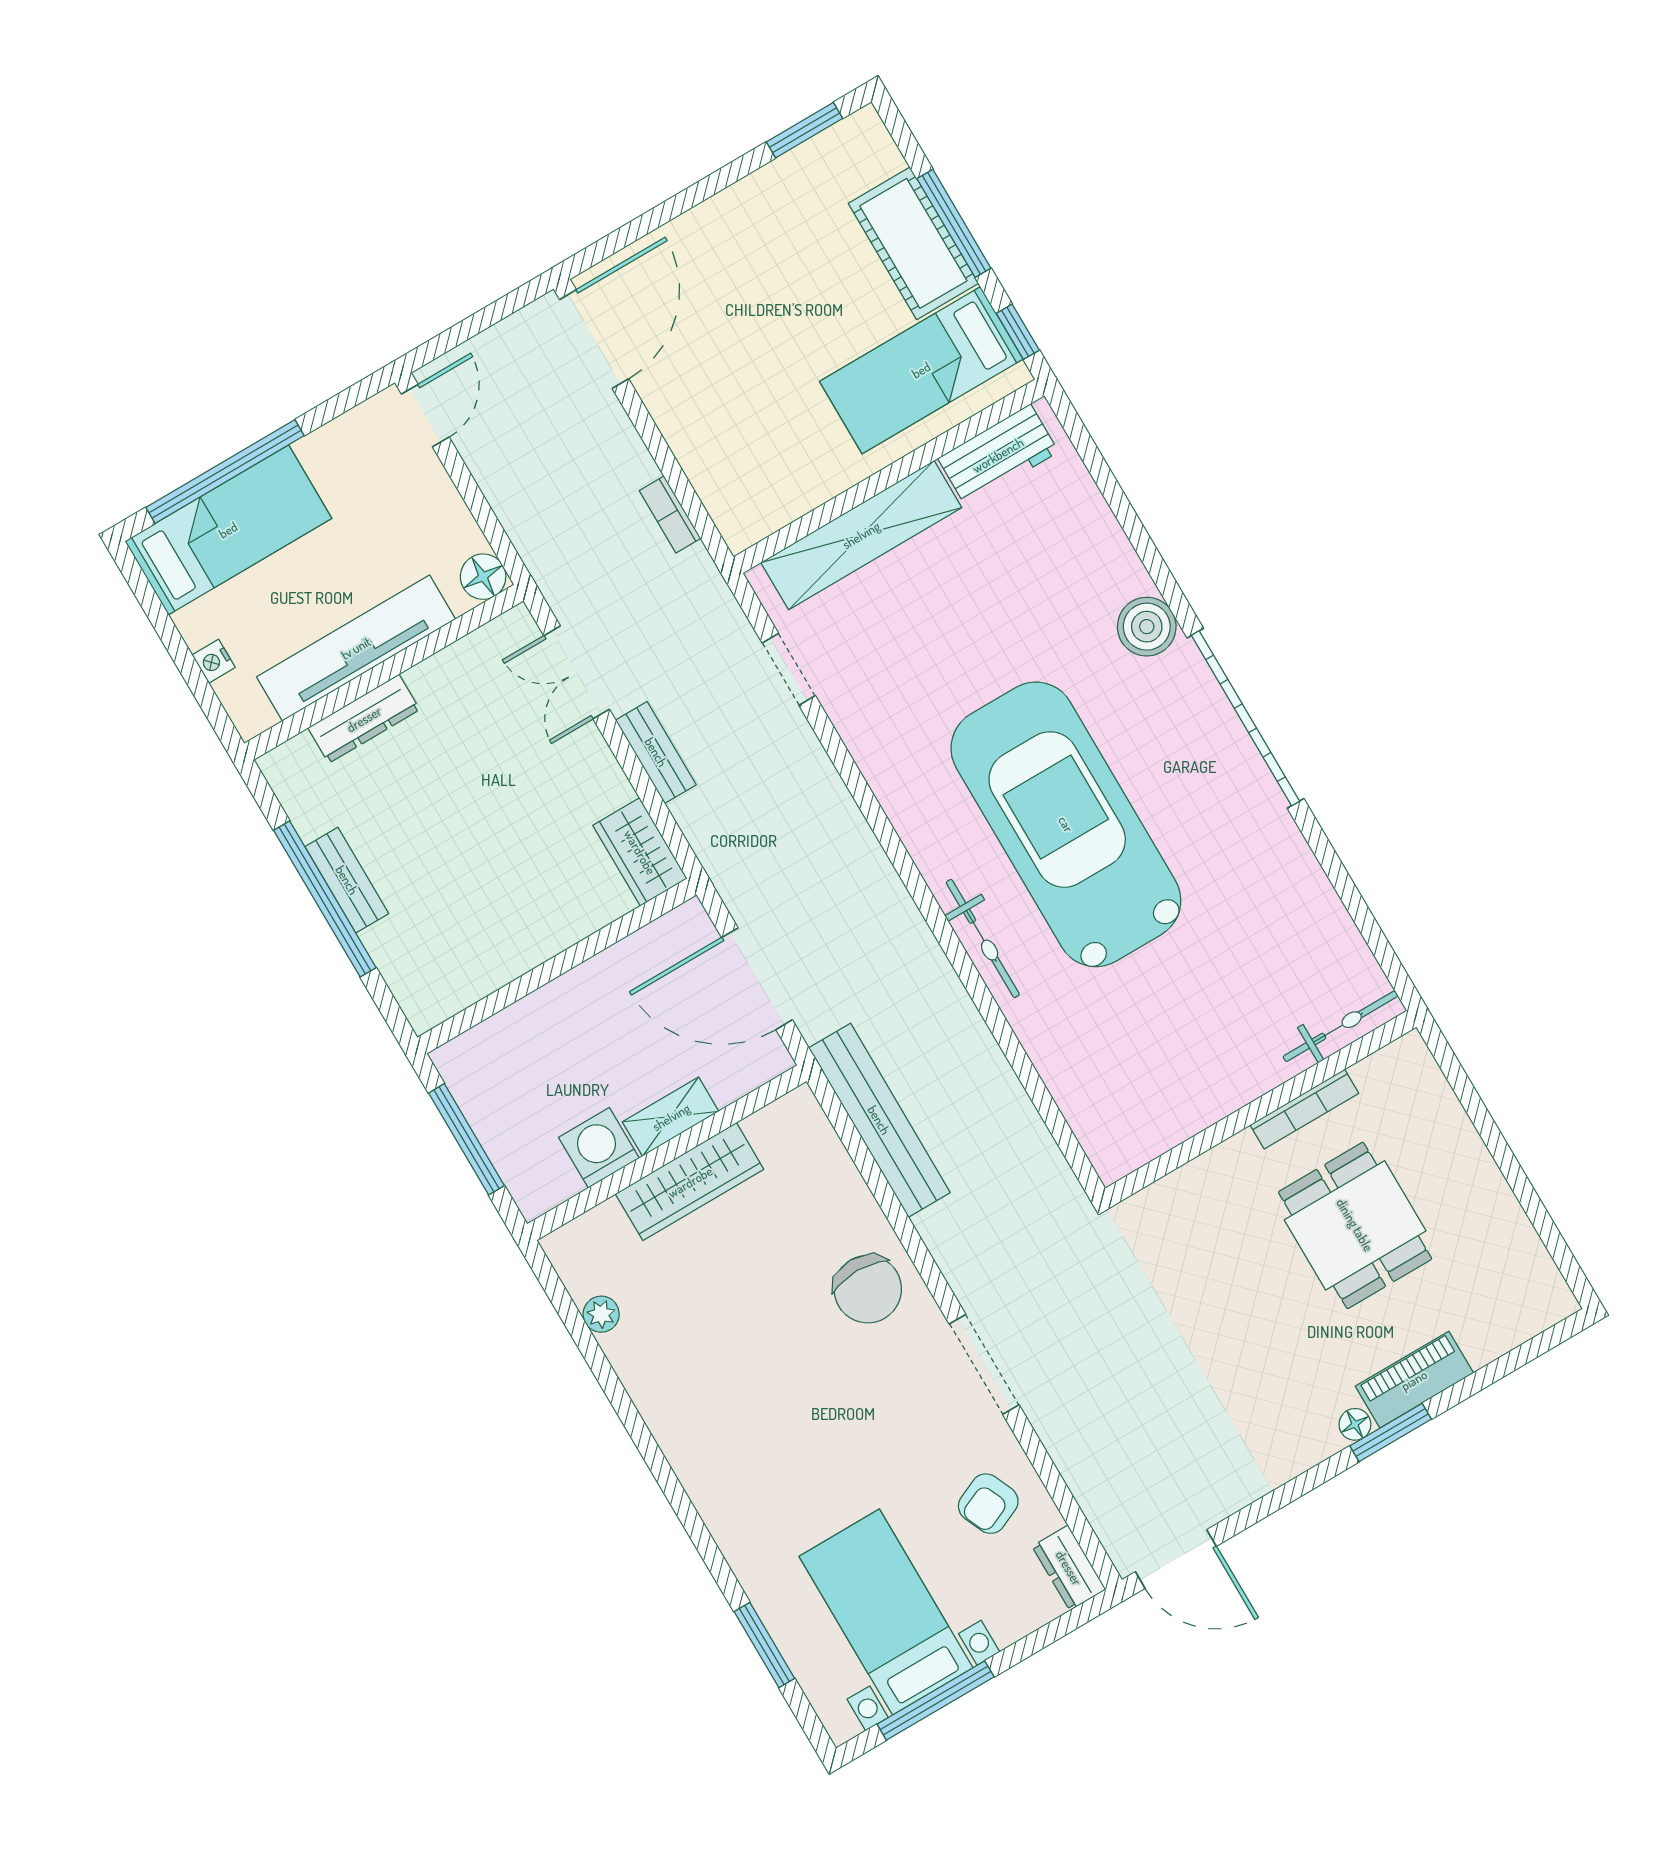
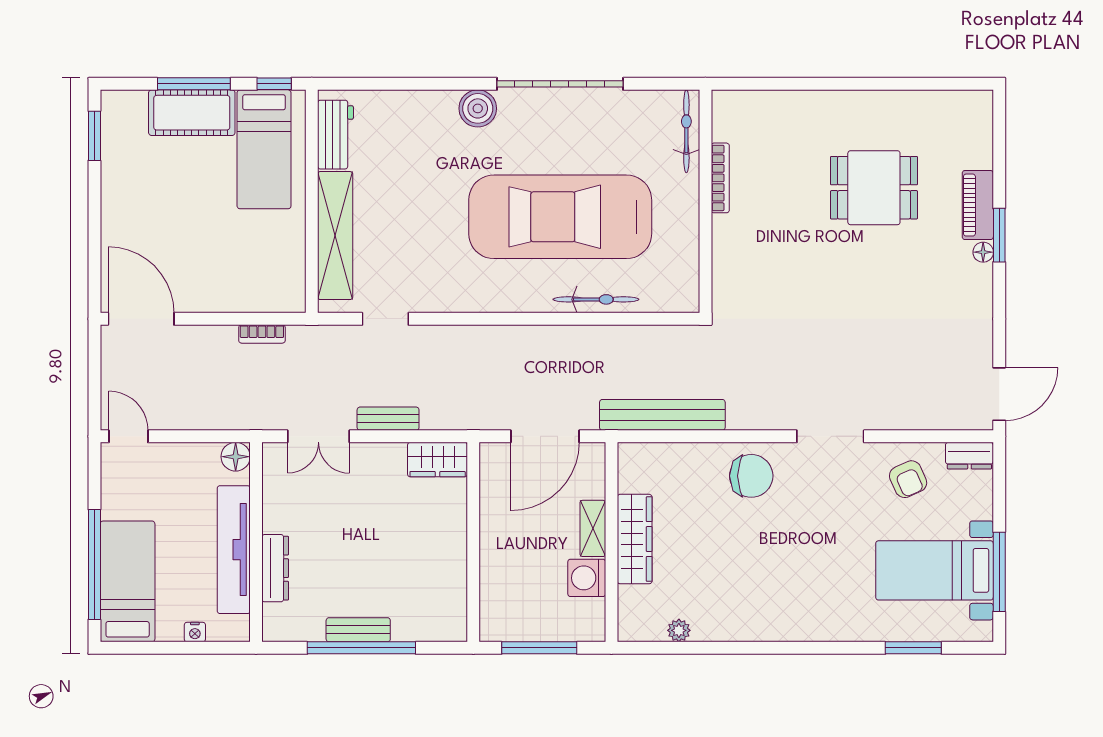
bicycle: (1340, 1026) -> (686, 131), moved
wall: (1261, 1108) -> (705, 201), moved
bookcase: (1304, 1109) -> (720, 178), moved

